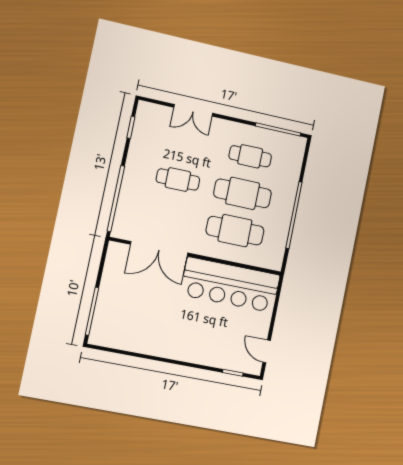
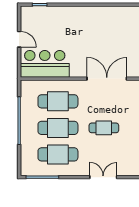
cafe table: (250, 156) -> (58, 154), width x1.37, depth x1.35
bar counter: (230, 285) -> (45, 64), width x0.73
door: (267, 351) -> (19, 39), moved

